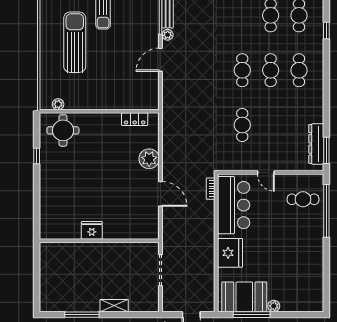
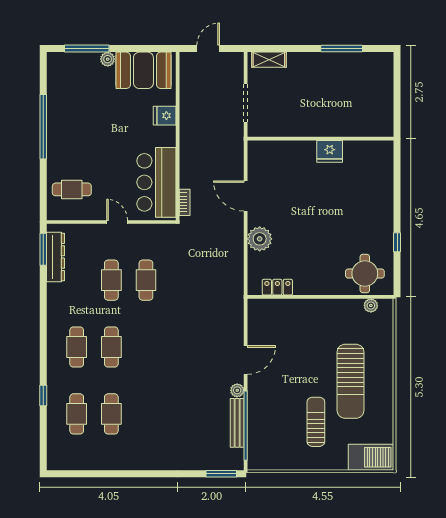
cafe table: (242, 70) -> (111, 280), moved
window: (326, 211) -> (43, 127), moved
fridge: (230, 253) -> (165, 116), width x0.53, depth x0.75
shelving: (114, 306) -> (269, 60), moved
window: (252, 315) -> (87, 49), moved

